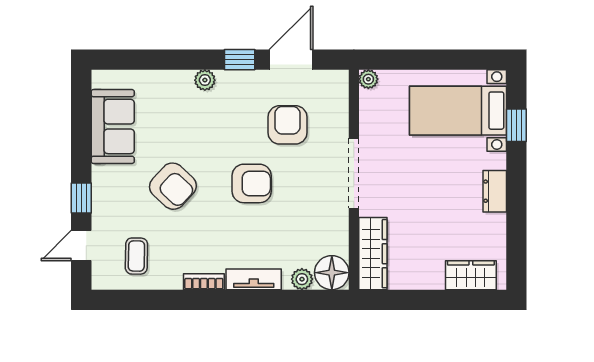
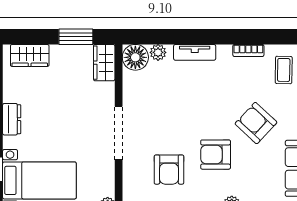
armchair: (252, 183) -> (216, 155), moved
wardrobe: (373, 254) -> (104, 63), width x0.67
bookcase: (204, 282) -> (248, 50), moved
window: (410, 300) -> (76, 37), added

